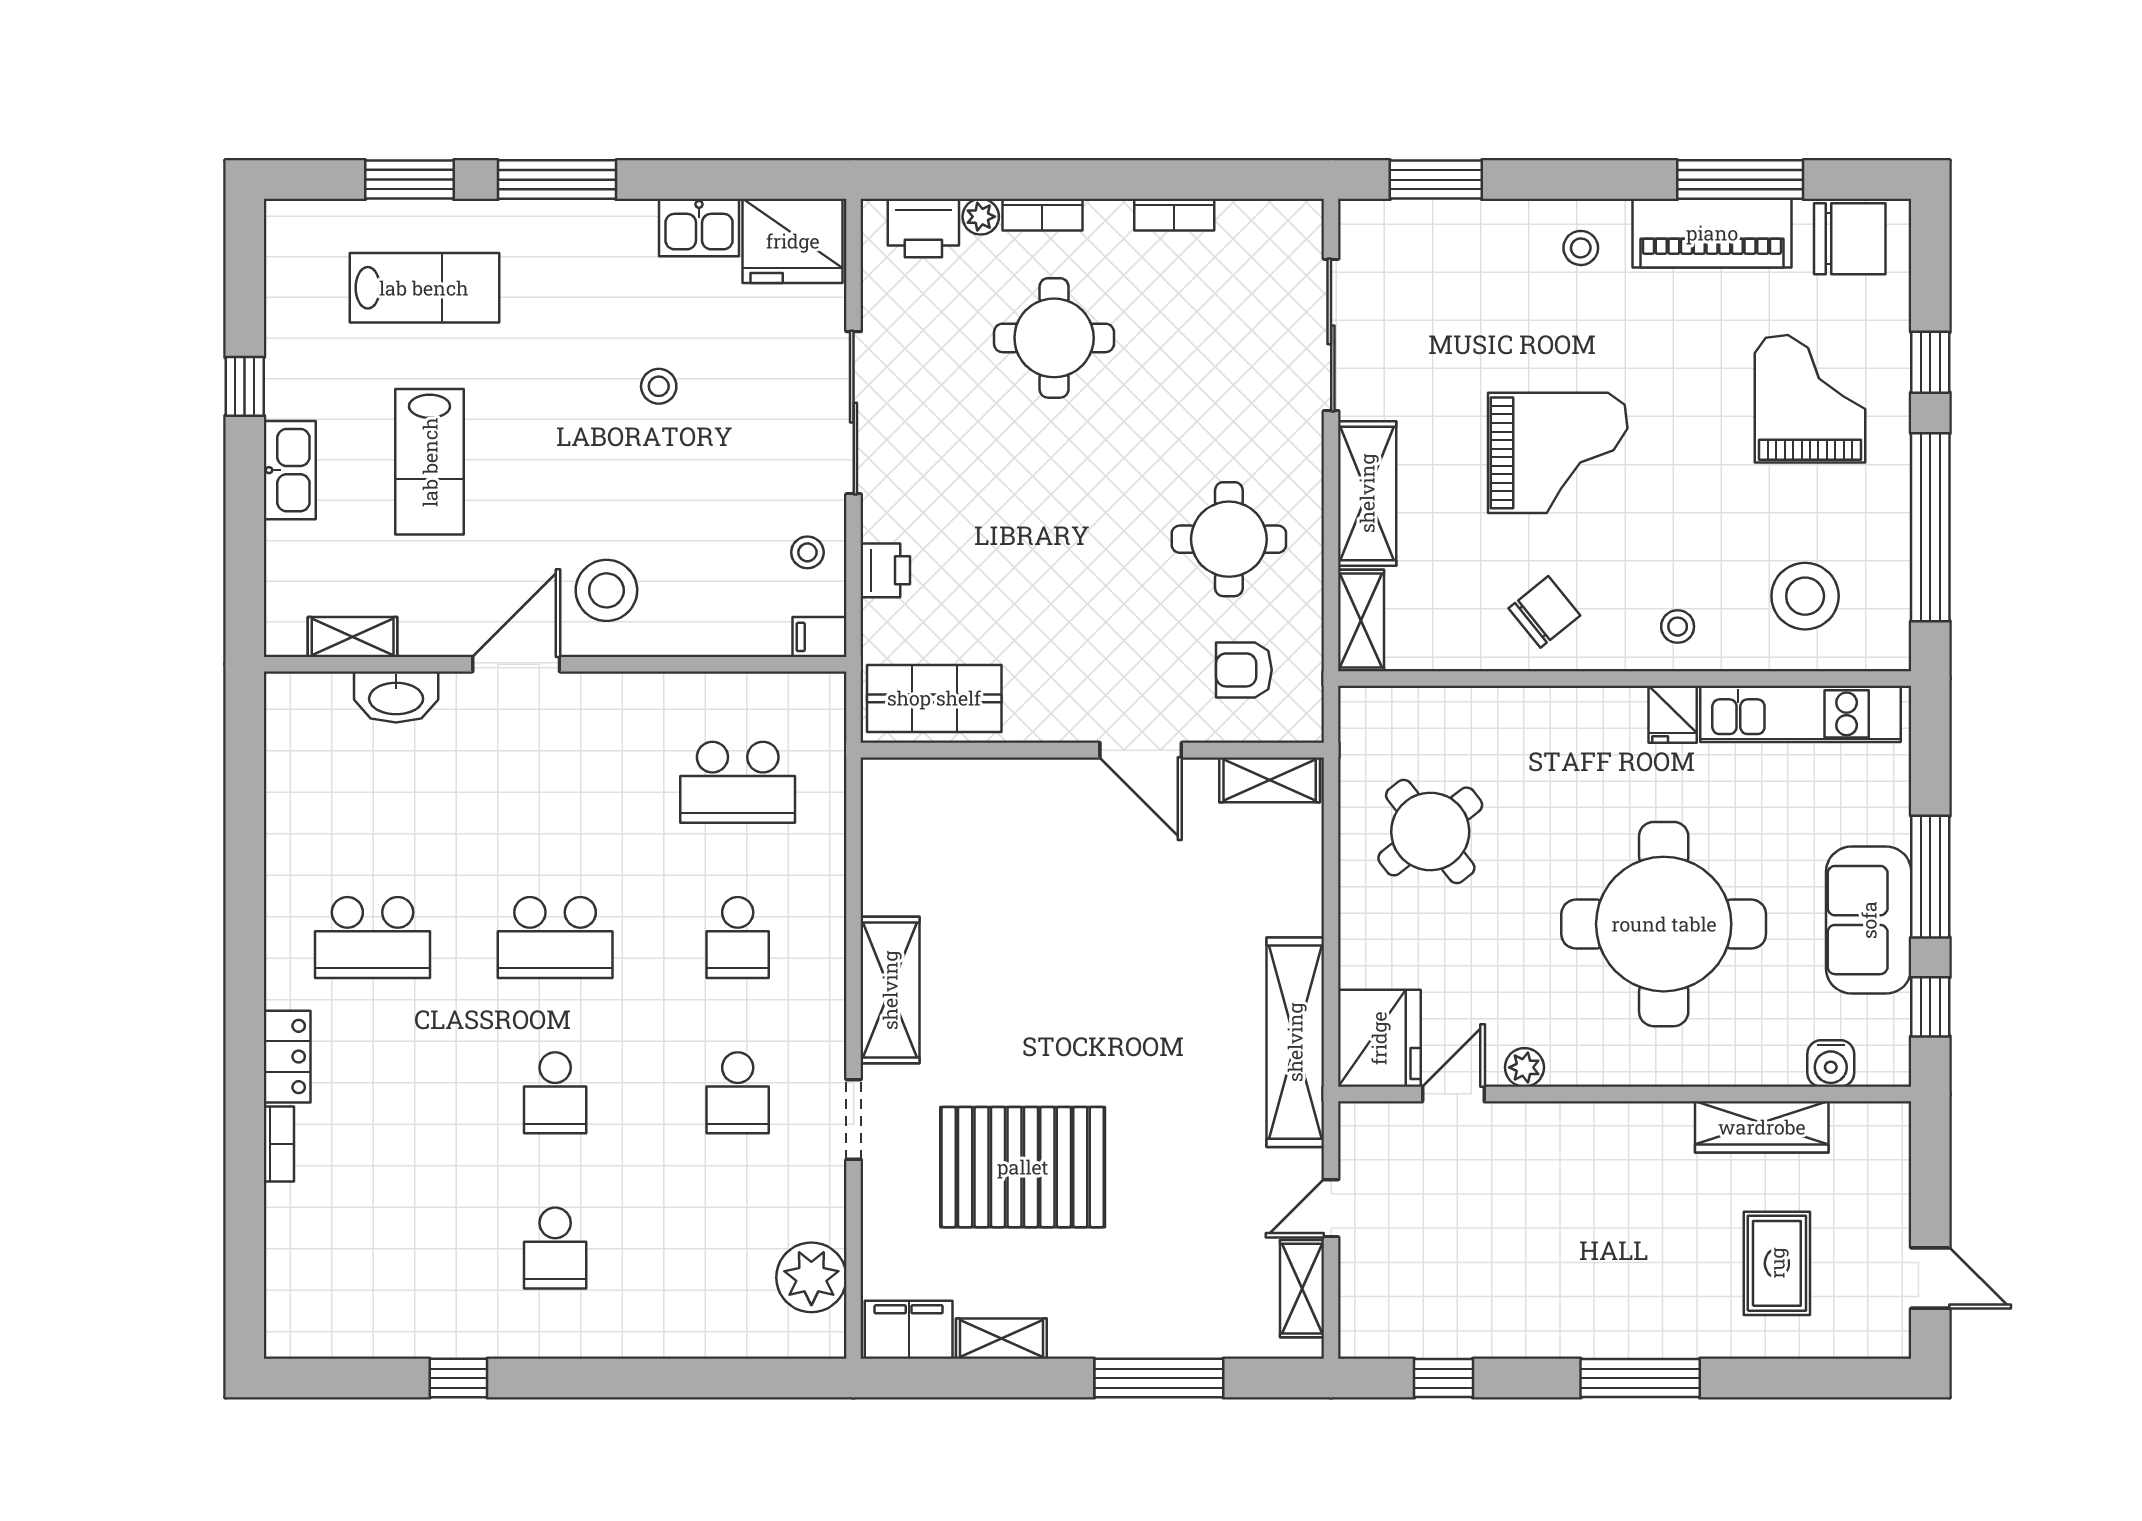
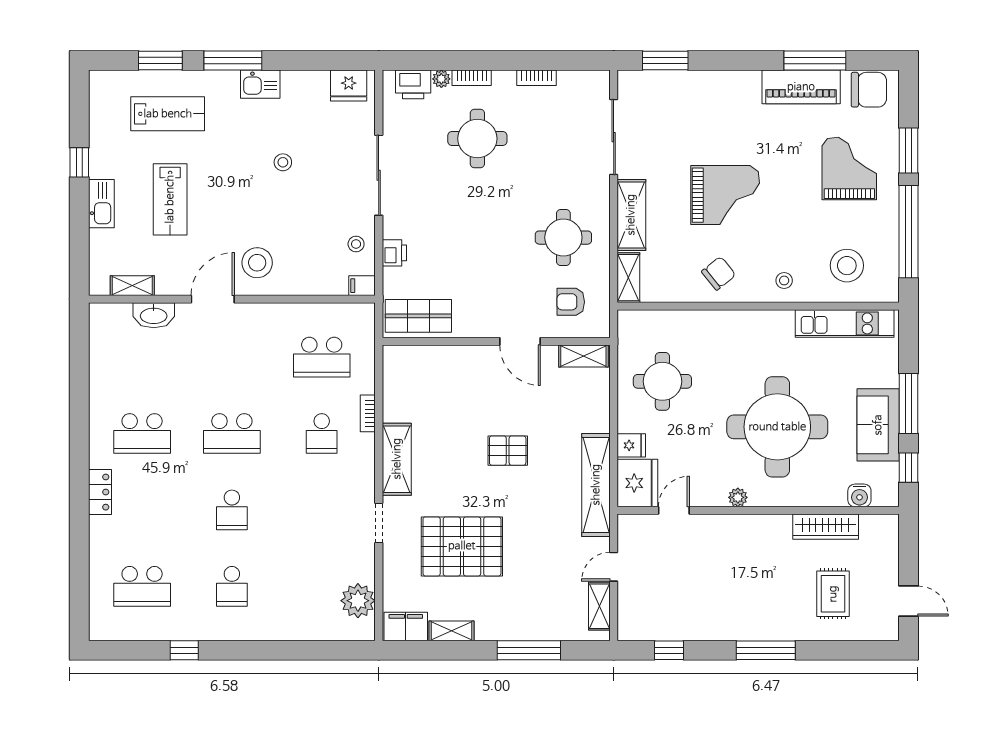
kitchen sink: (699, 227) -> (260, 84), moved
fridge: (793, 241) -> (349, 85), width x0.73, depth x0.75
stool: (1581, 248) -> (736, 94), removed
window: (1930, 362) -> (908, 150), width x1.50
fridge: (1673, 714) -> (631, 445), moved, turned -90
round table: (1430, 831) -> (662, 381), turned 38
pallet: (1116, 972) -> (508, 451), added
plant: (1524, 1067) -> (738, 497), moved
school desk: (738, 1093) -> (142, 586), moved, width x1.85
bookcase: (279, 1144) -> (368, 413), moved, turned 180

